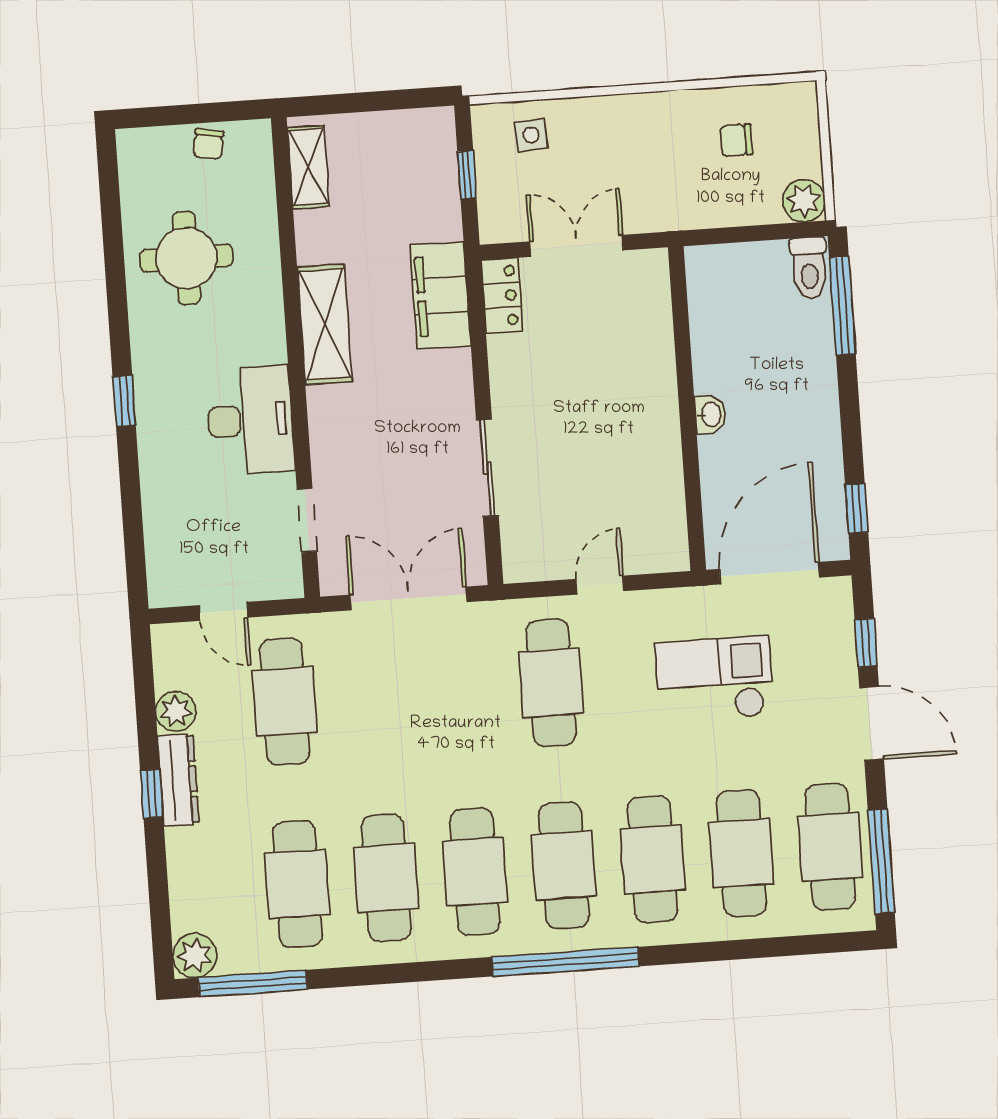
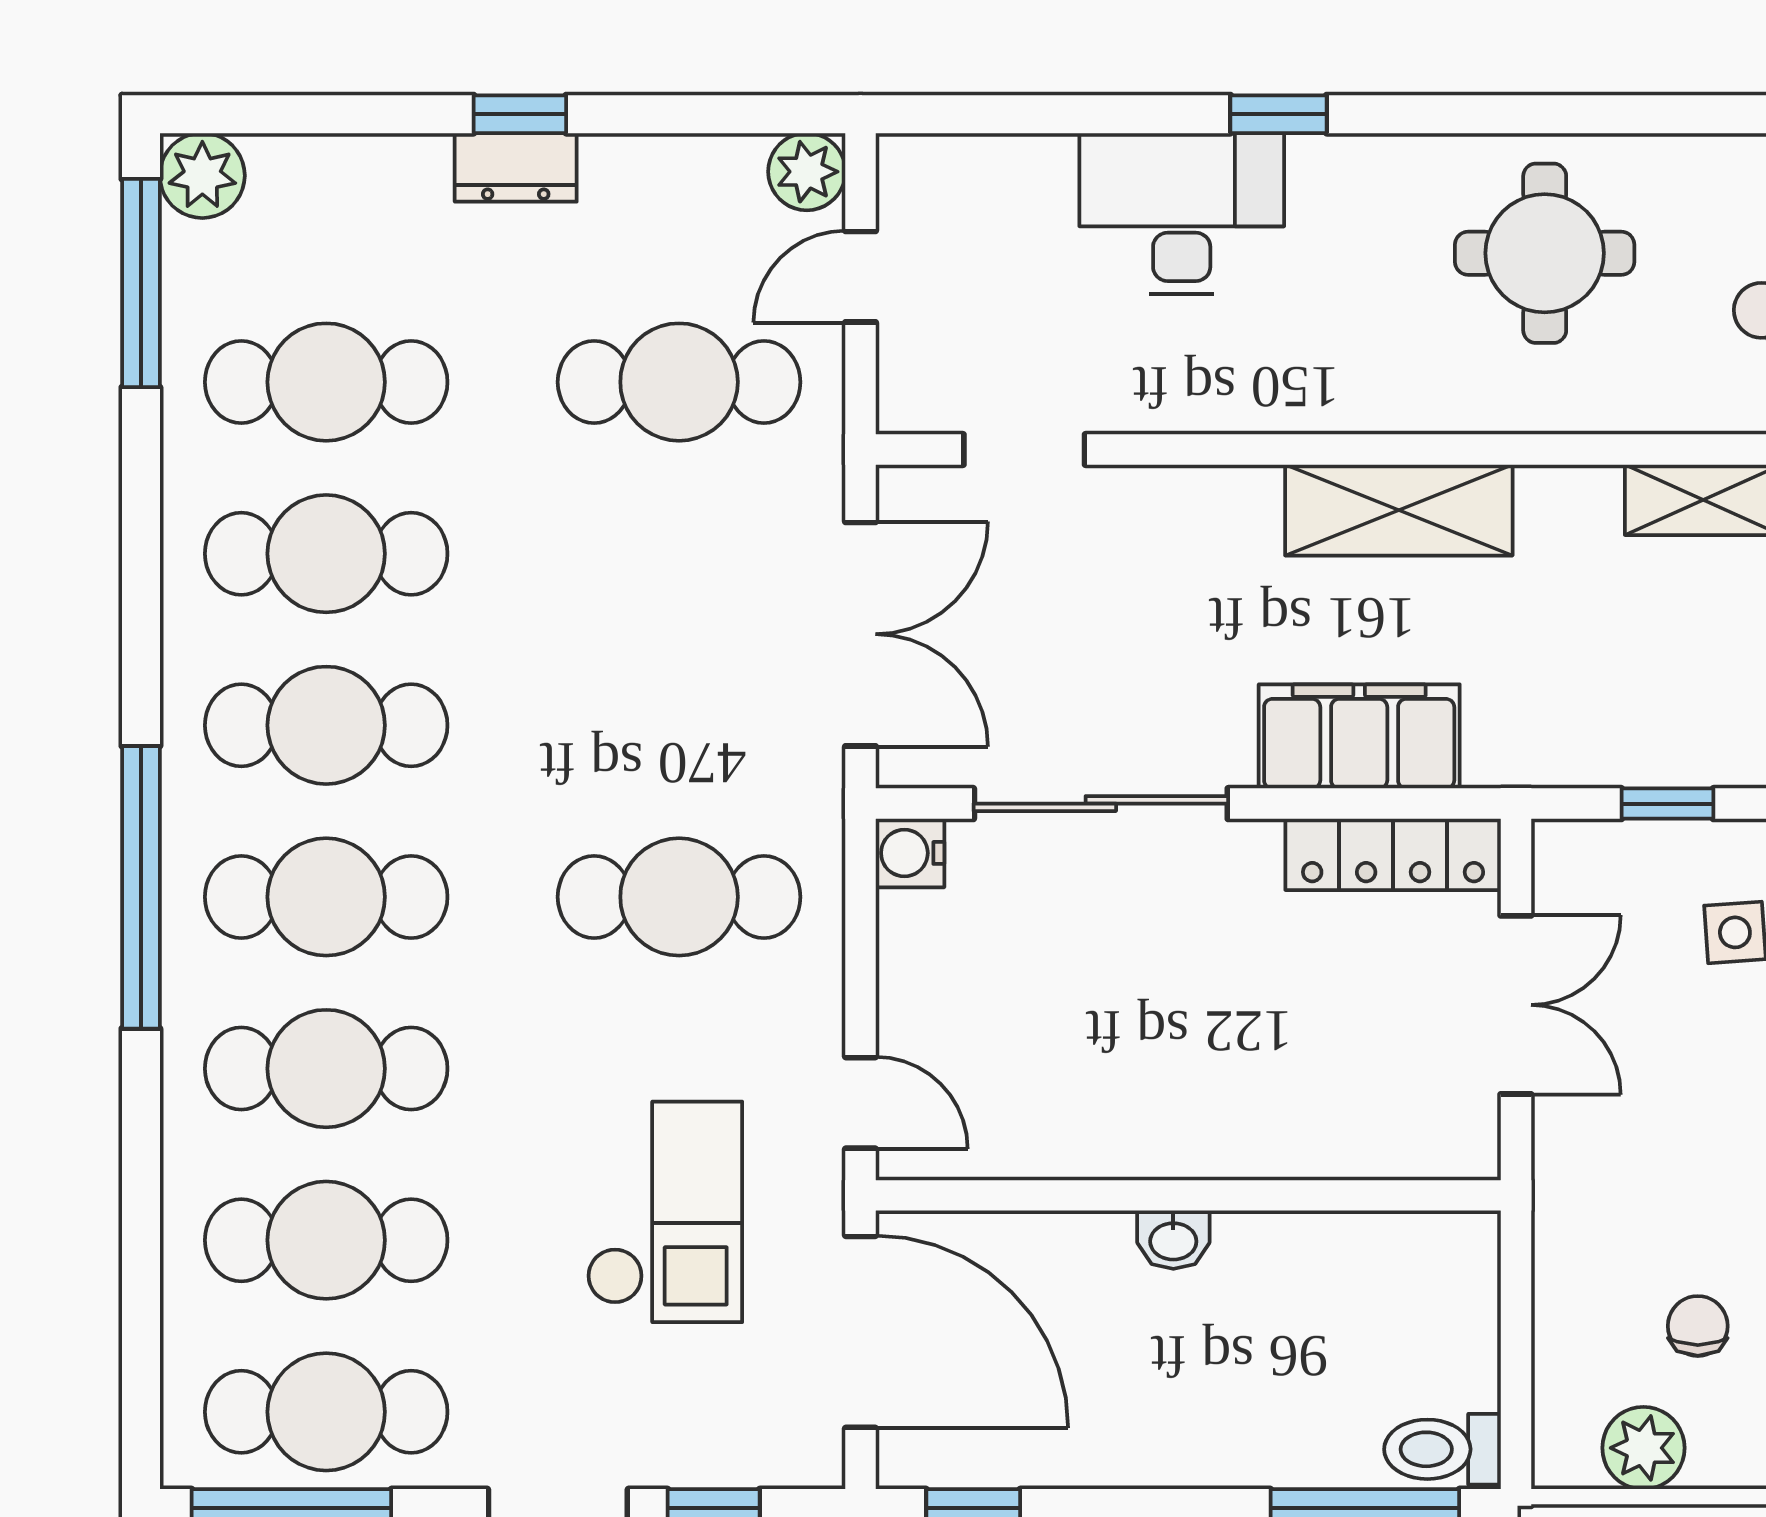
plant: (804, 201) -> (1643, 1448), moved
filing cabinet: (440, 295) -> (1359, 736), moved
locker: (502, 296) -> (1393, 854), width x1.53
desk: (250, 420) -> (1182, 213), moved, turned 180
sliding door: (487, 468) -> (1101, 804), width x1.37
water cooler: (520, 565) -> (910, 853), added
door: (600, 585) -> (860, 1103), moved
plant: (176, 711) -> (807, 172), moved
dresser: (178, 780) -> (516, 167), width x0.70

